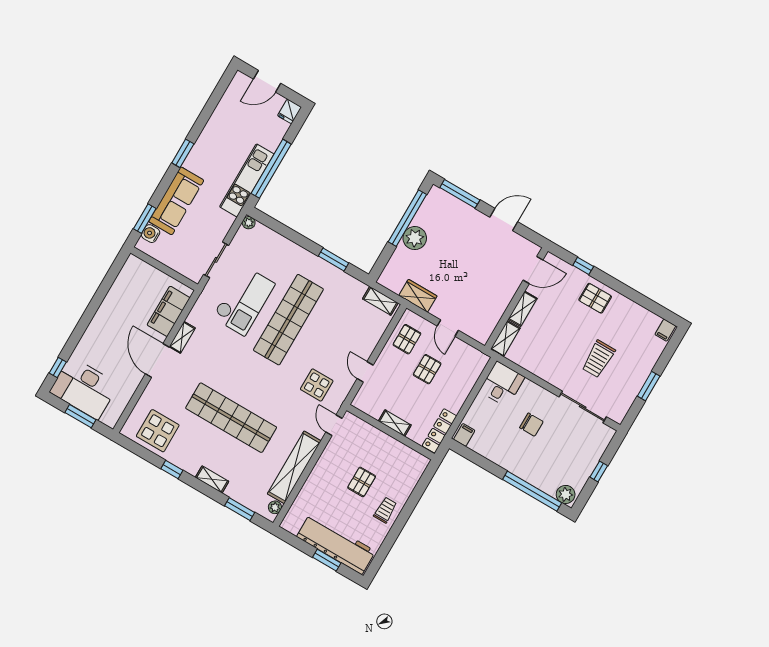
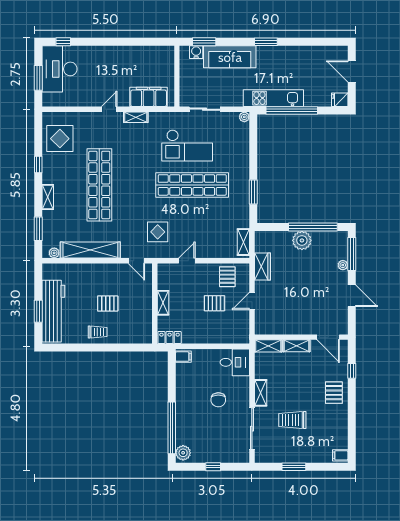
plant: (466, 210) -> (343, 265), added
pallet: (407, 339) -> (227, 277), turned 90
door: (157, 361) -> (109, 109), width x0.53
shelving: (550, 376) -> (261, 393), added
door: (334, 425) -> (136, 261), swing flipped
locker: (439, 431) -> (170, 337), width x0.66

